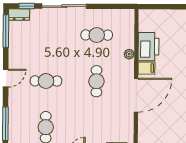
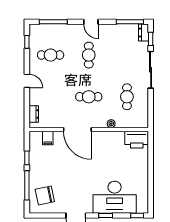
printer: (149, 47) -> (137, 140), moved
filing cabinet: (146, 68) -> (48, 138), moved

